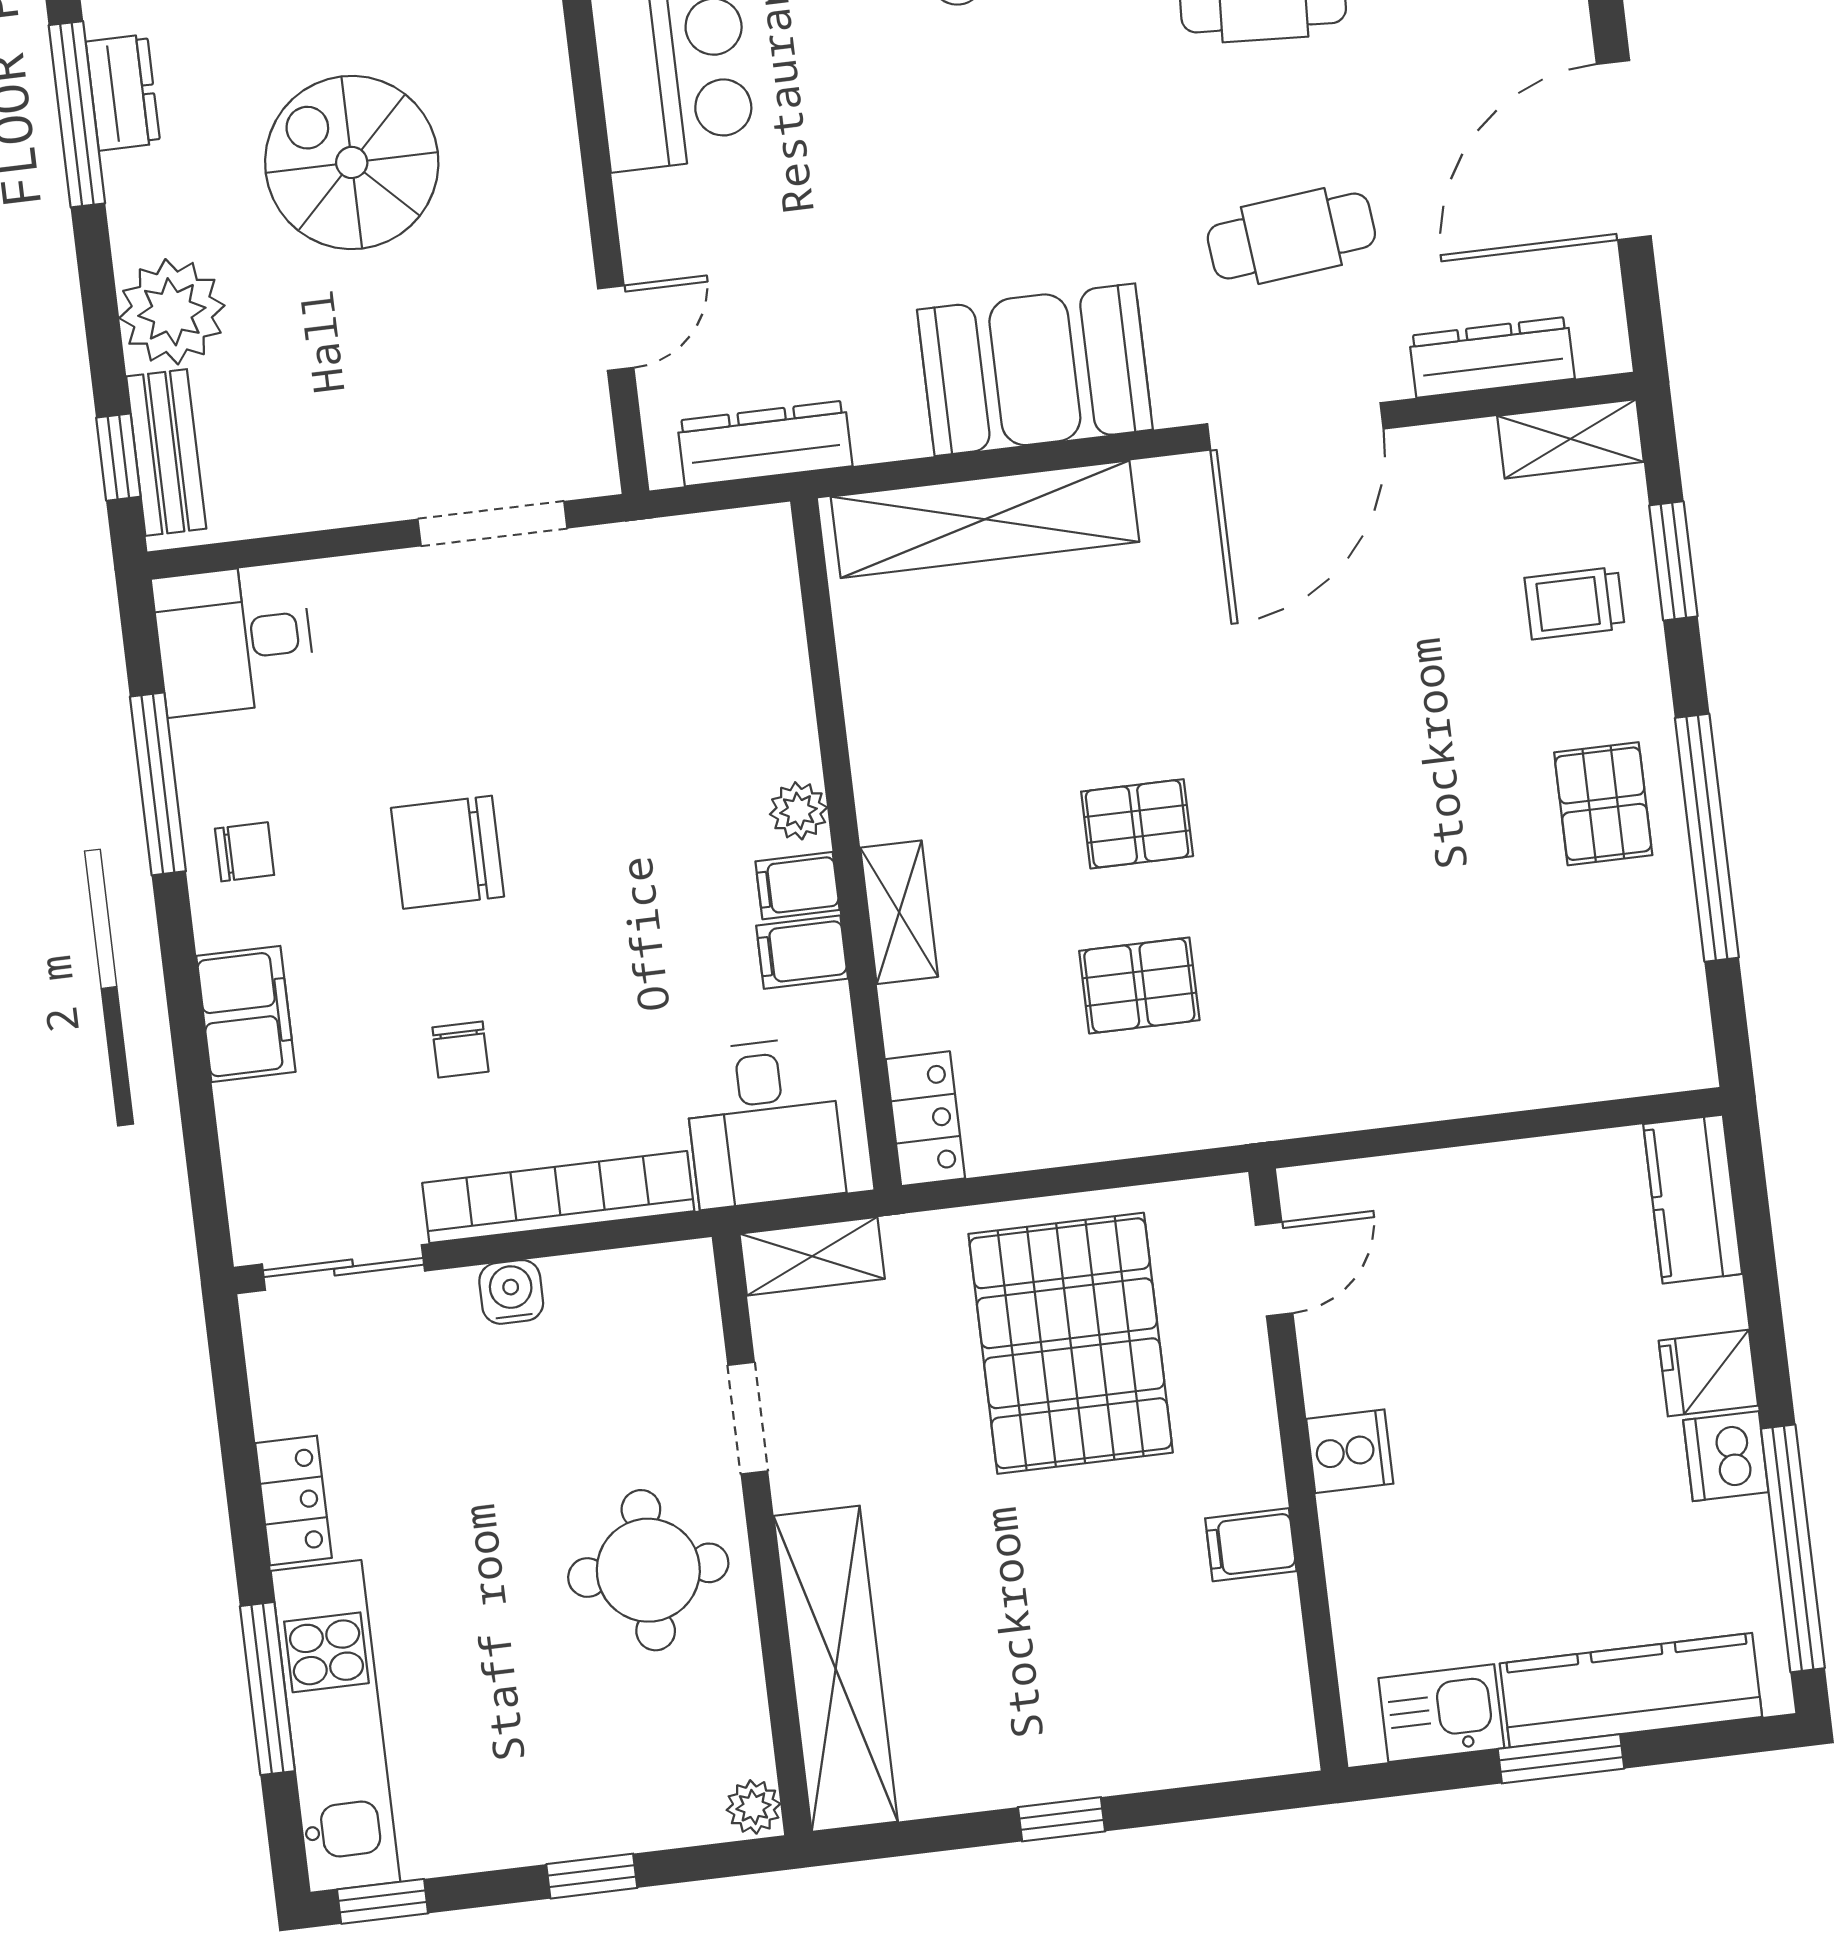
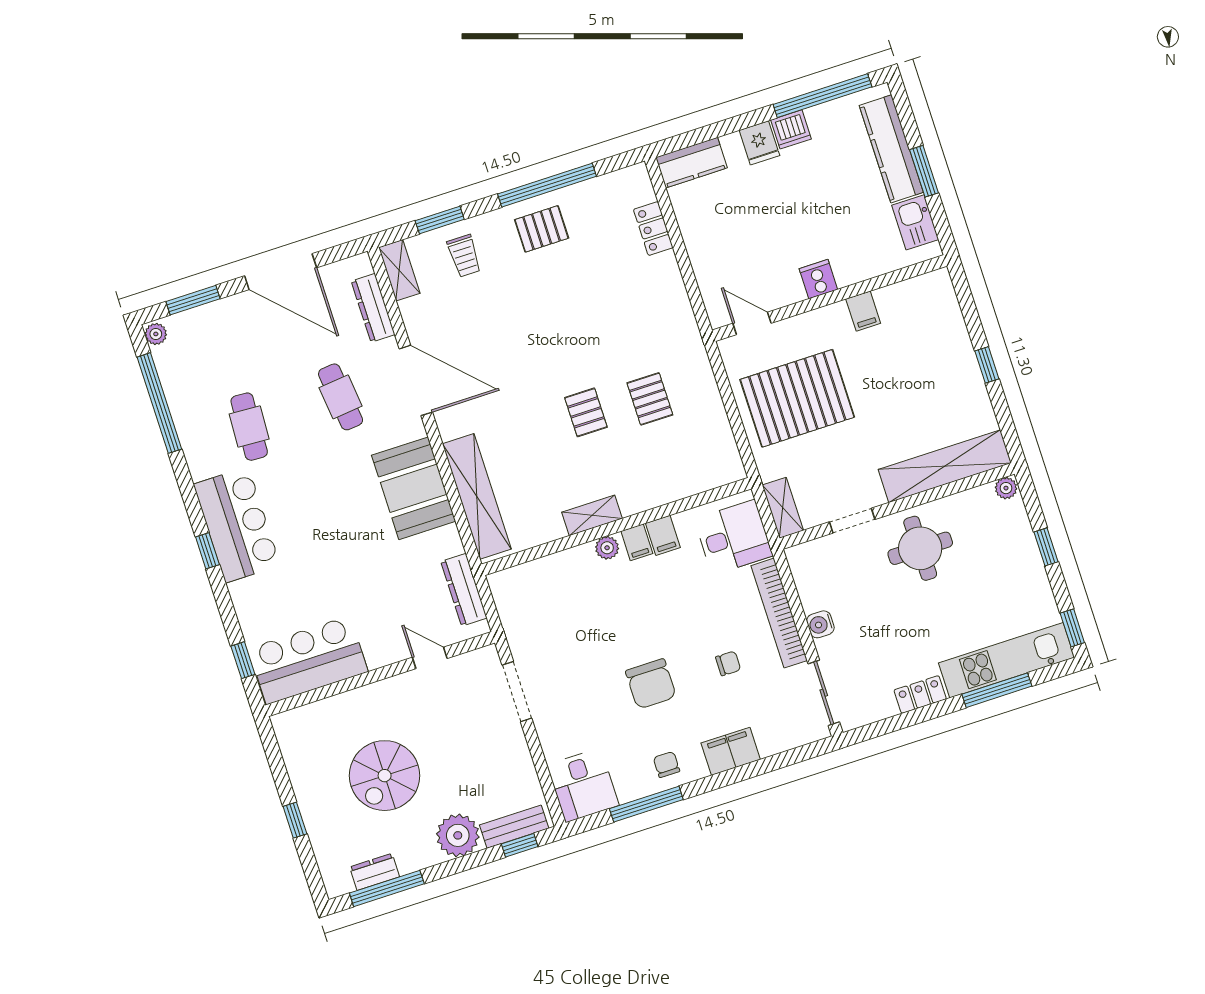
shelving: (899, 912) -> (592, 515), moved
locker: (925, 1119) -> (653, 229), moved, turned -90

